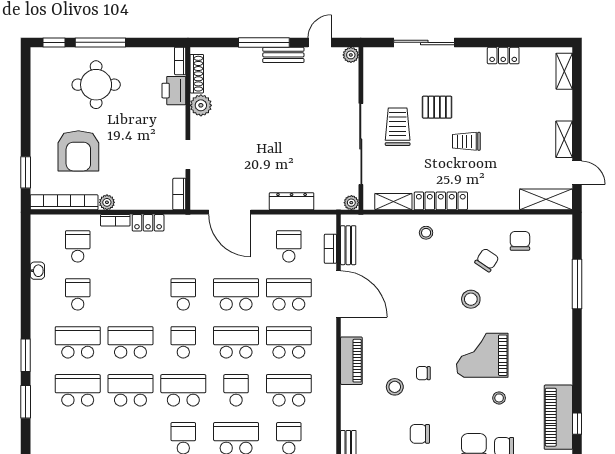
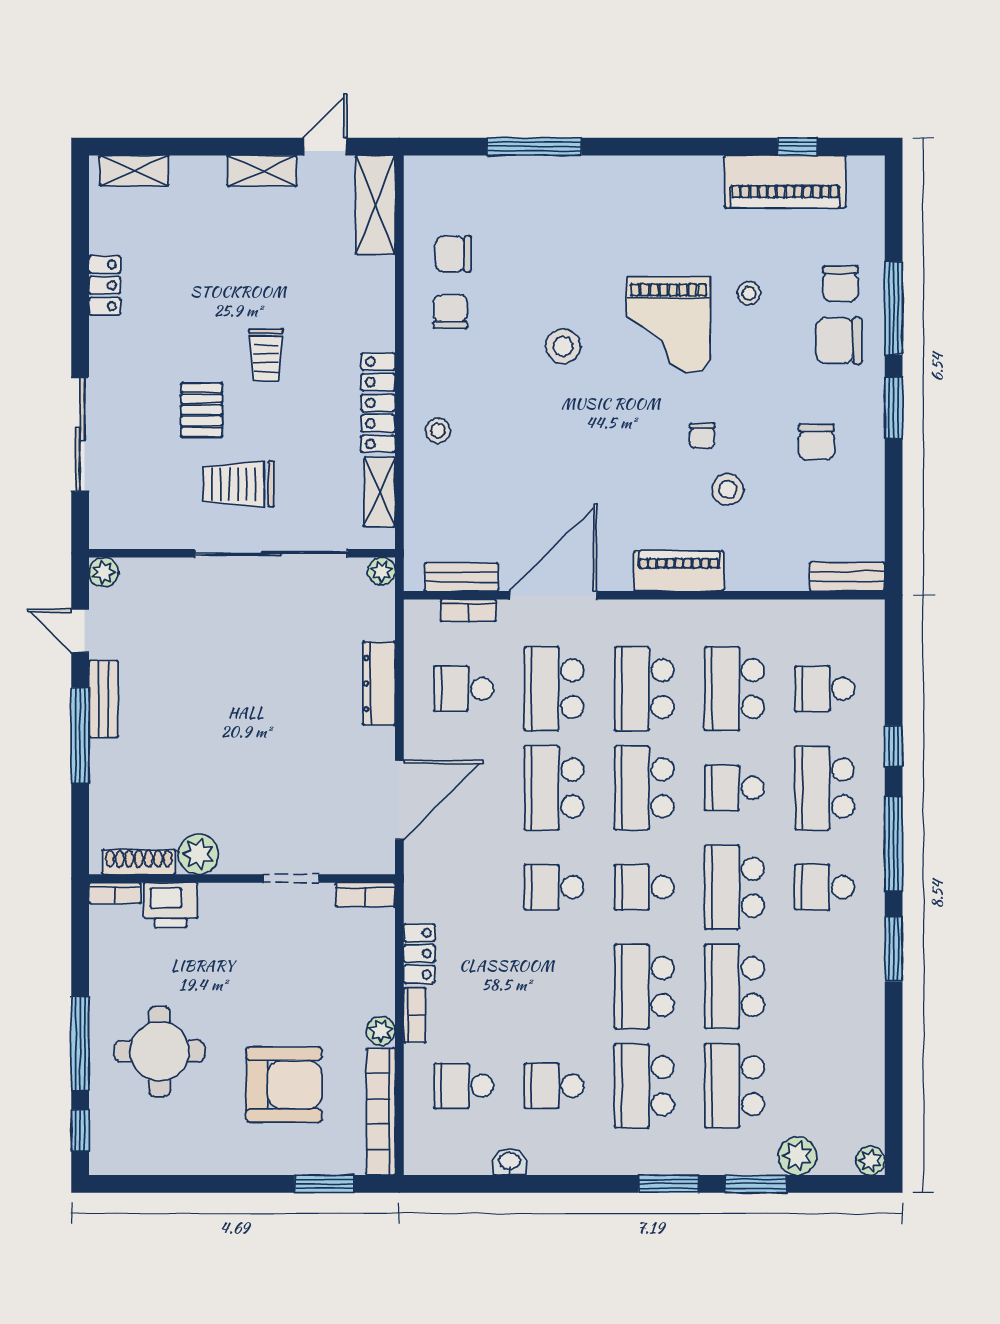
chair: (487, 260) -> (450, 311), moved, turned 56
plant: (40, 424) -> (797, 1156), added

